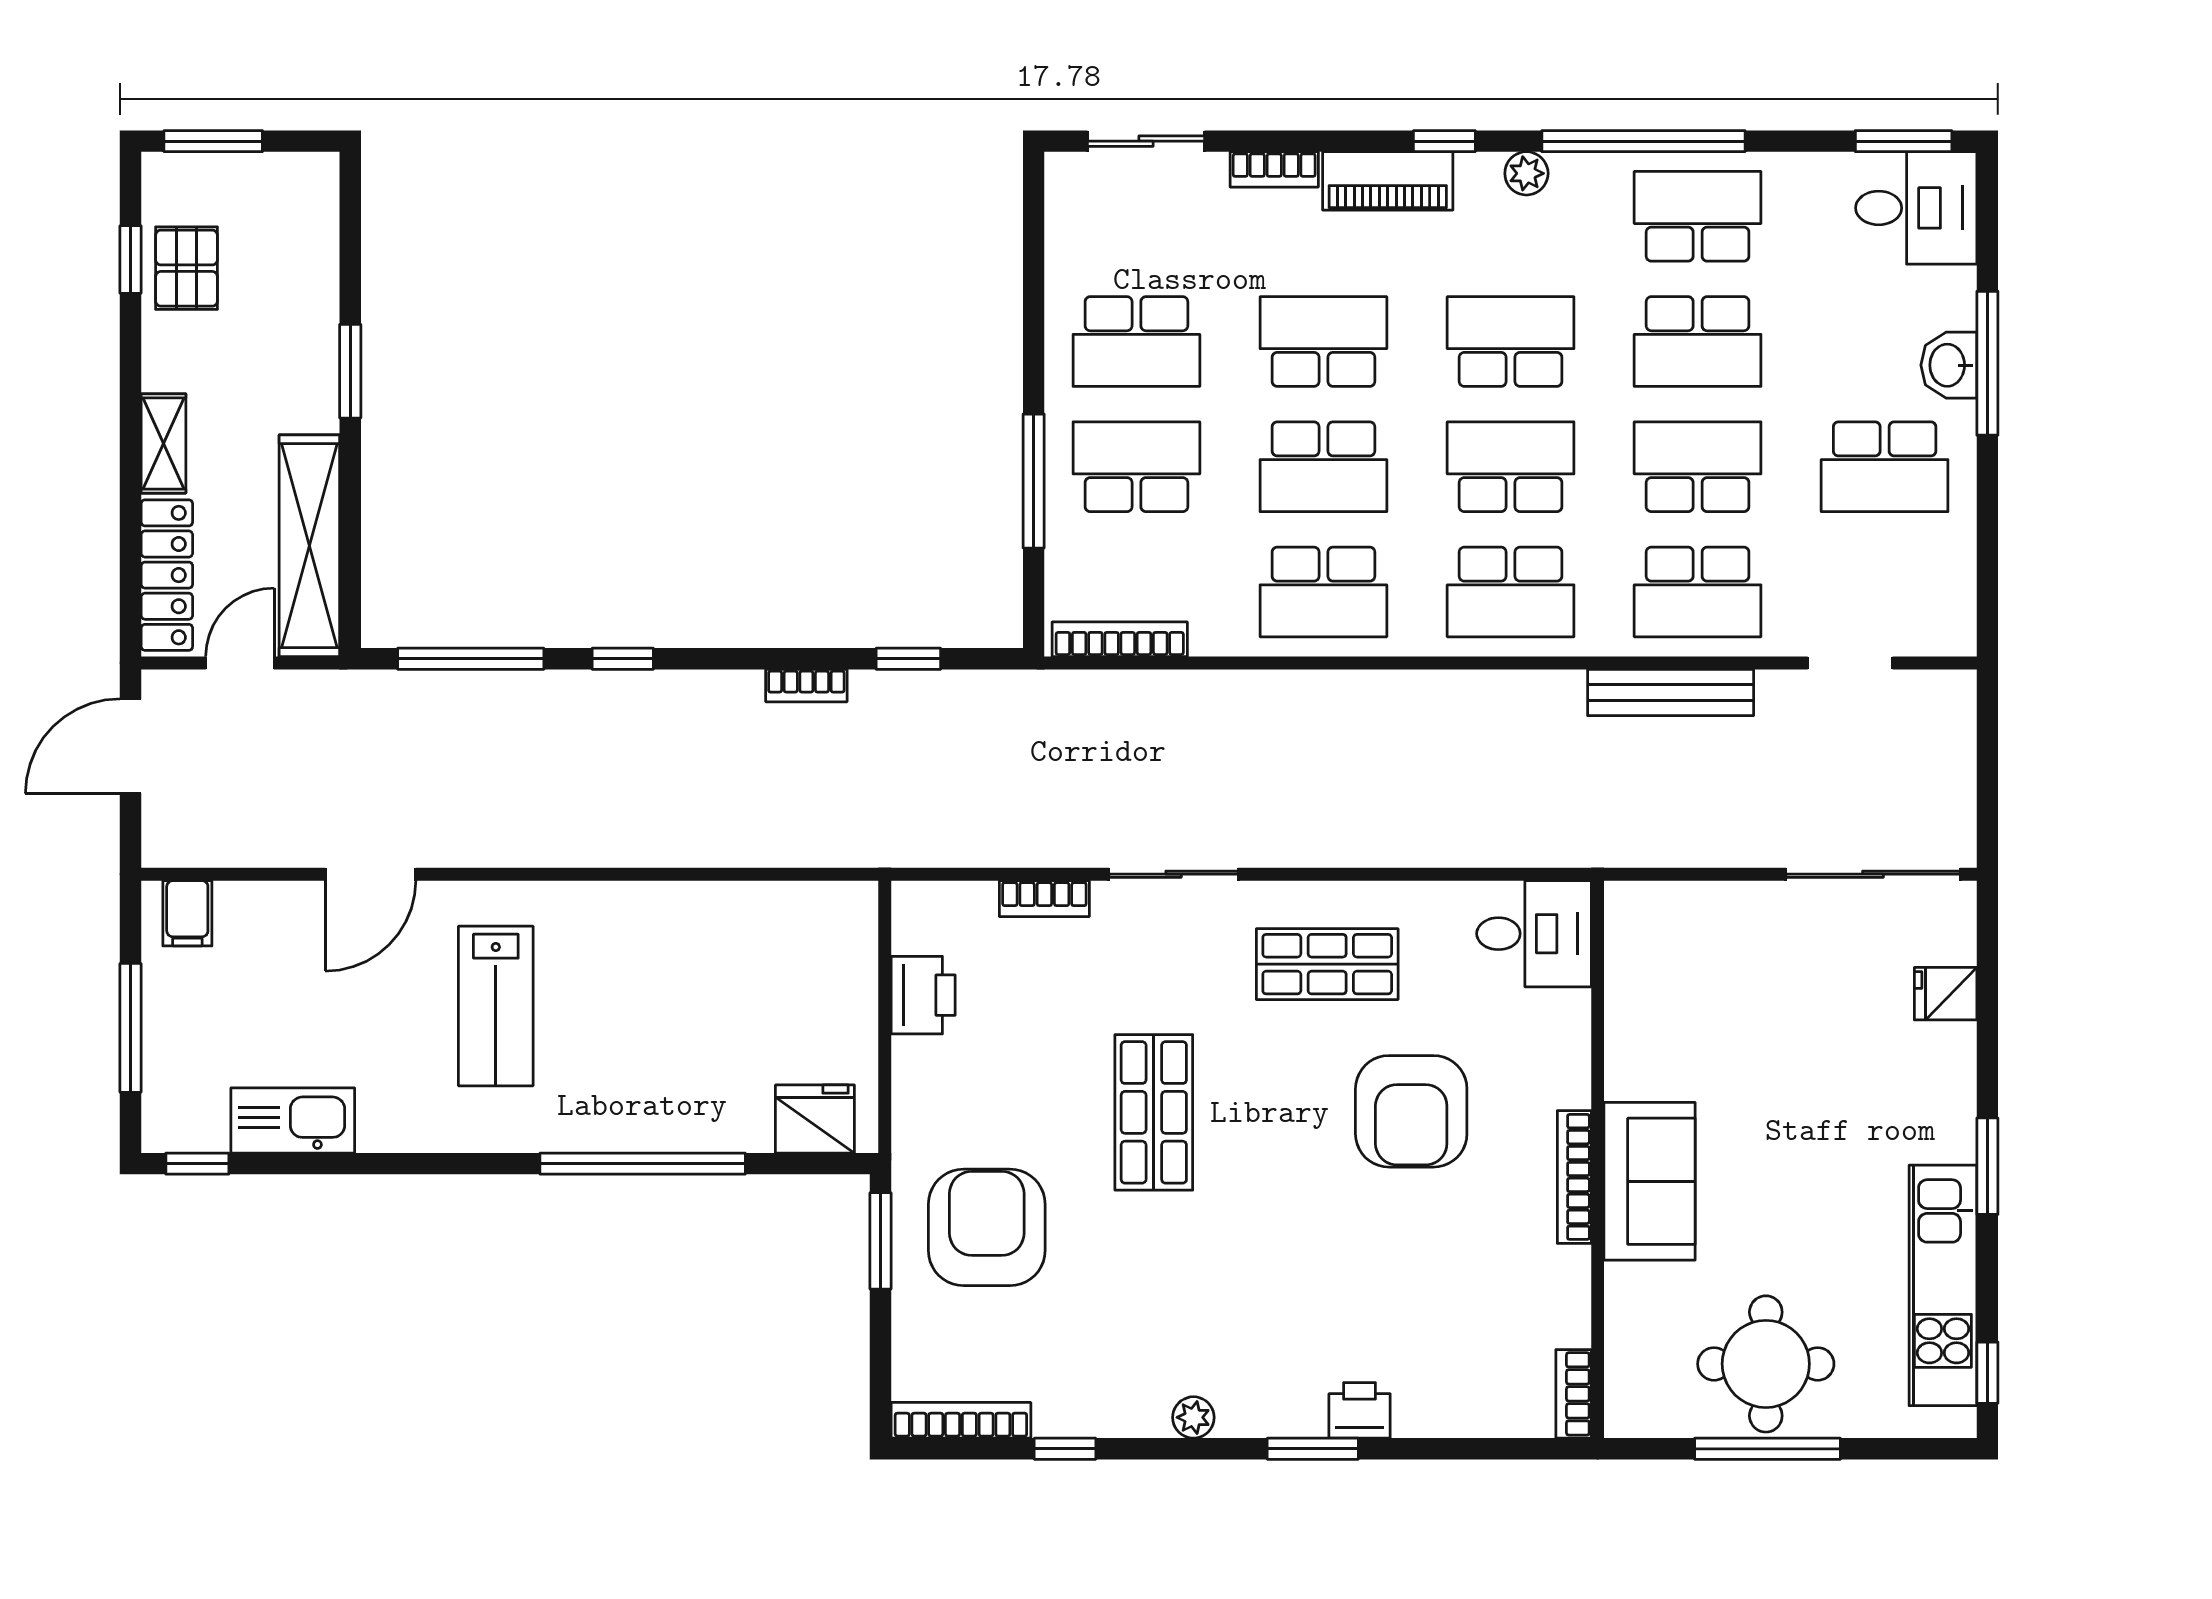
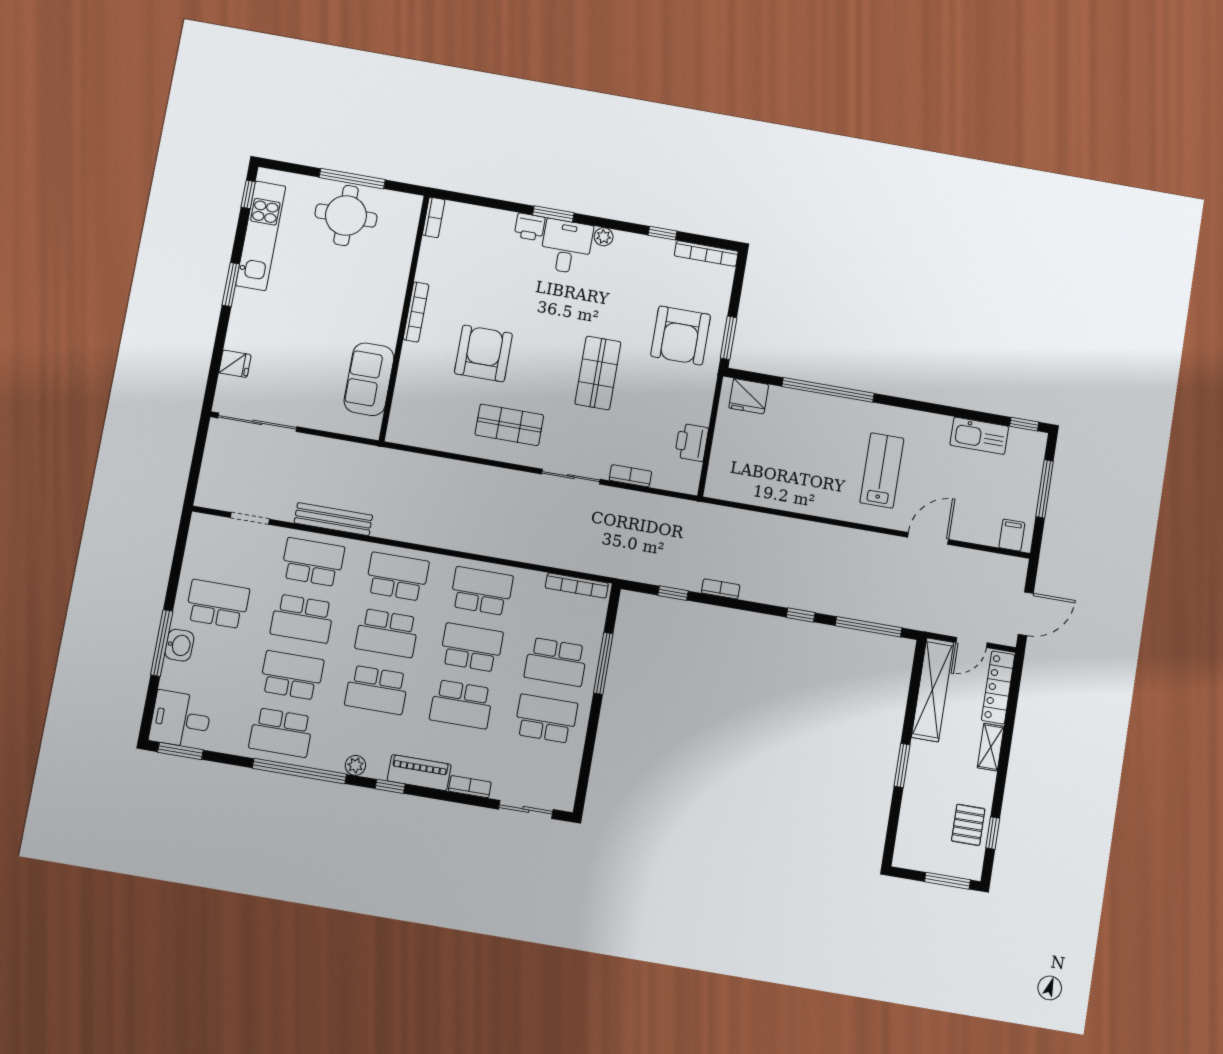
desk: (1534, 934) -> (566, 247), moved, turned 90
sofa: (1650, 1181) -> (369, 379), moved

